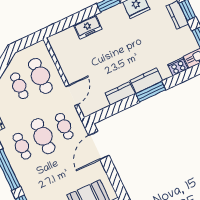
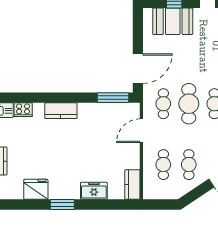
cafe table: (40, 76) -> (163, 165), width x0.73, depth x0.74
window: (151, 92) -> (113, 98), moved
kitchen counter: (120, 93) -> (132, 185), moved, turned 90

